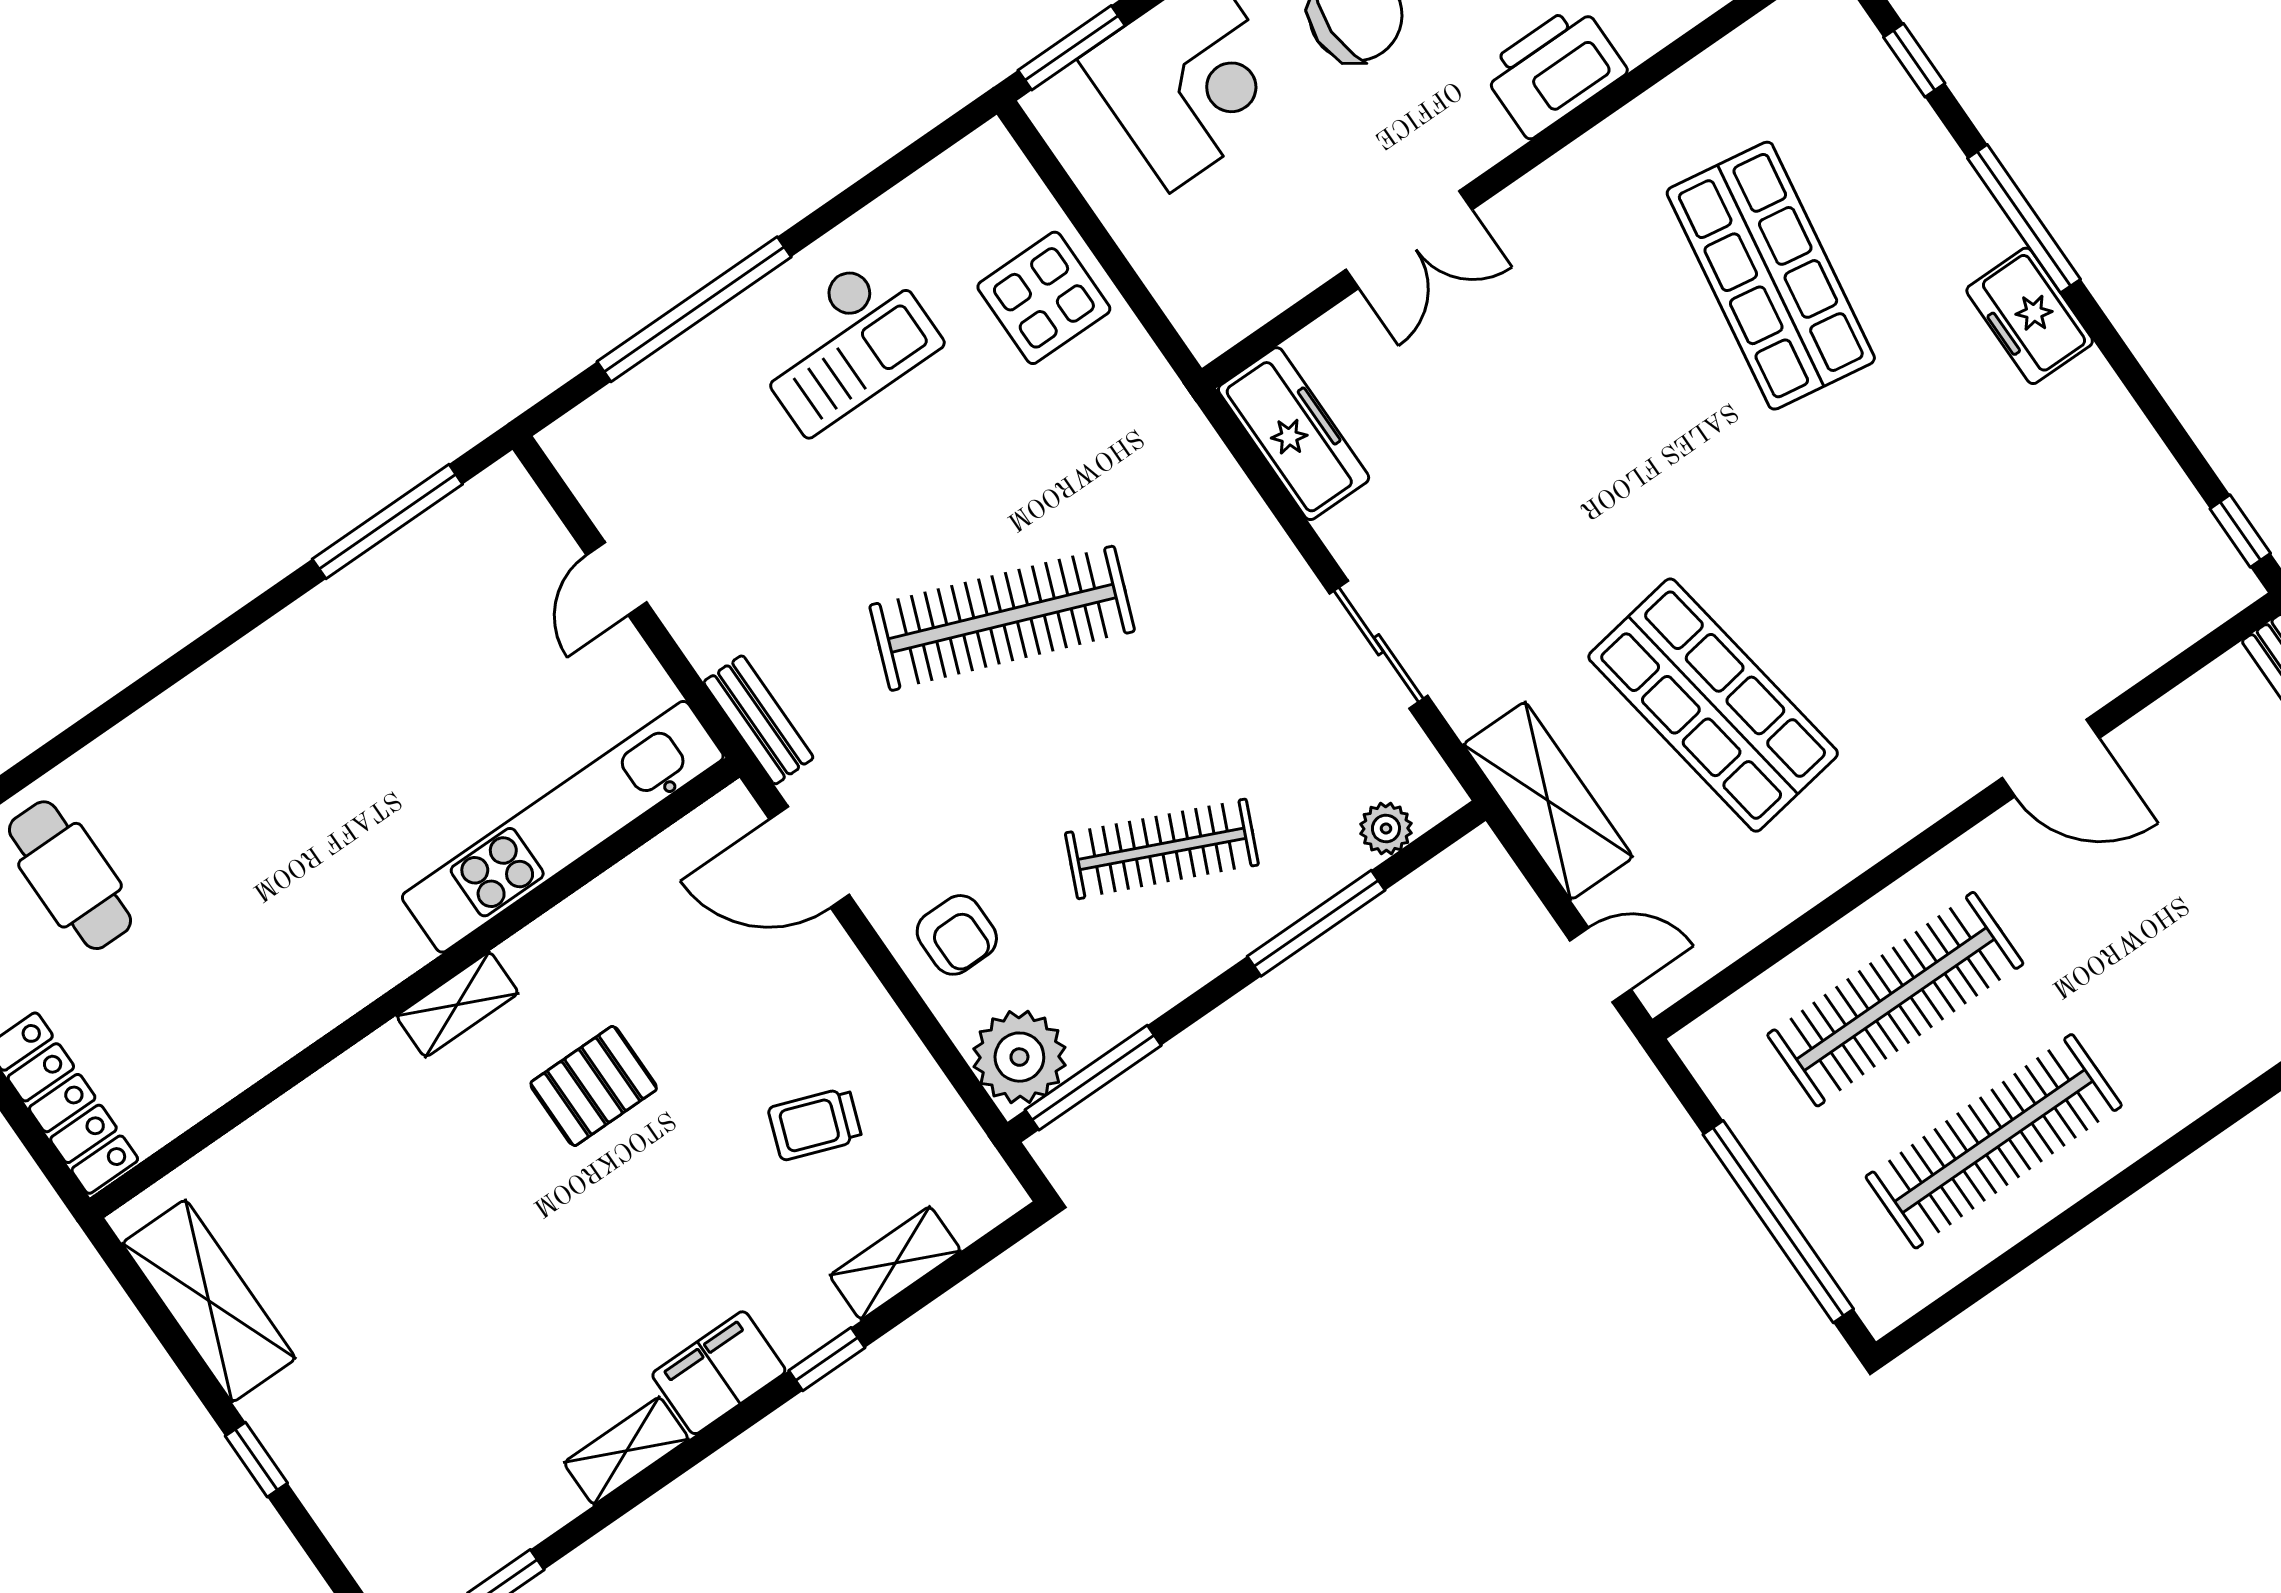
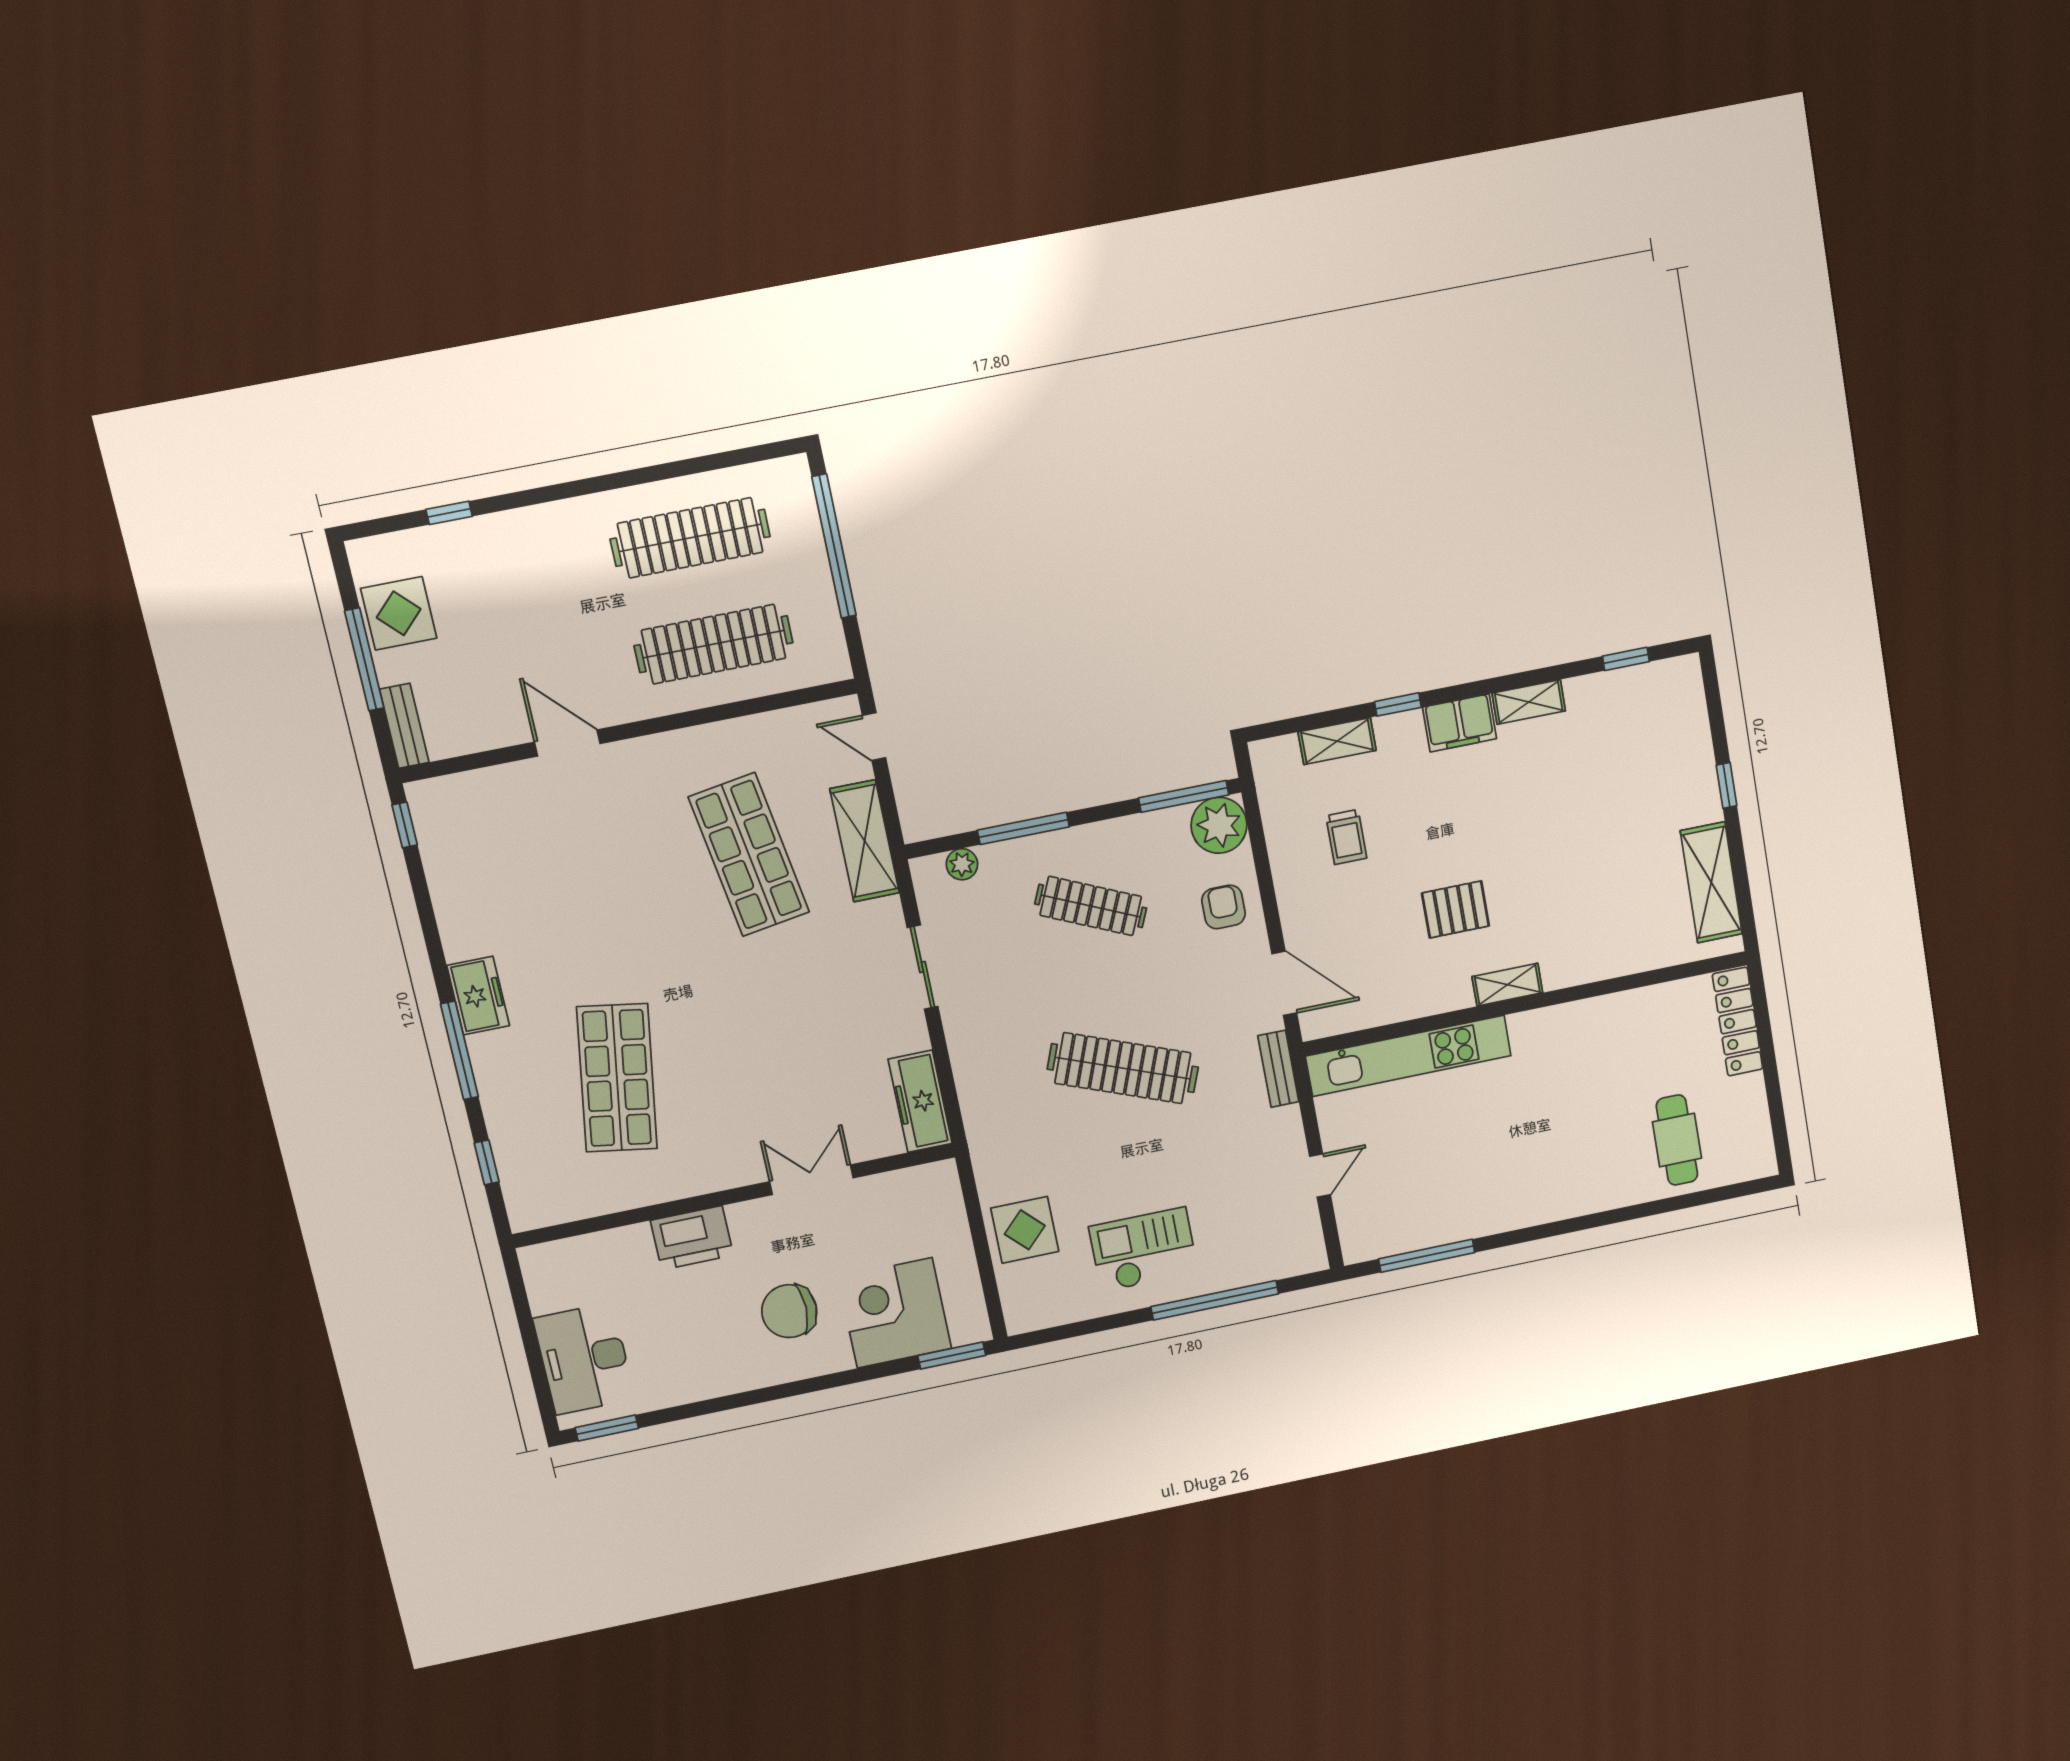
trolley: (815, 1124) -> (1346, 837), turned 70

